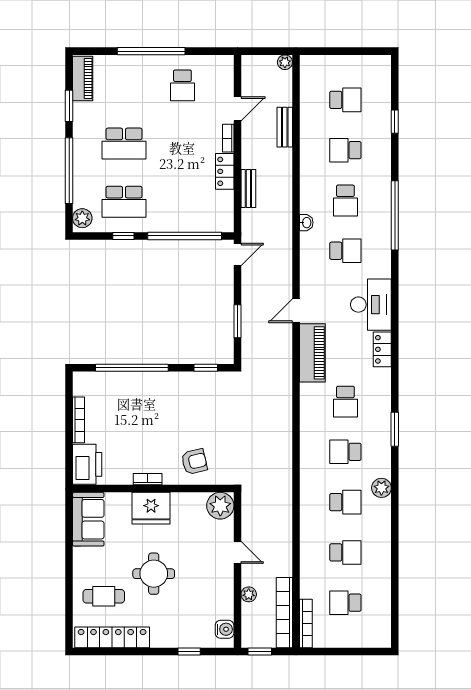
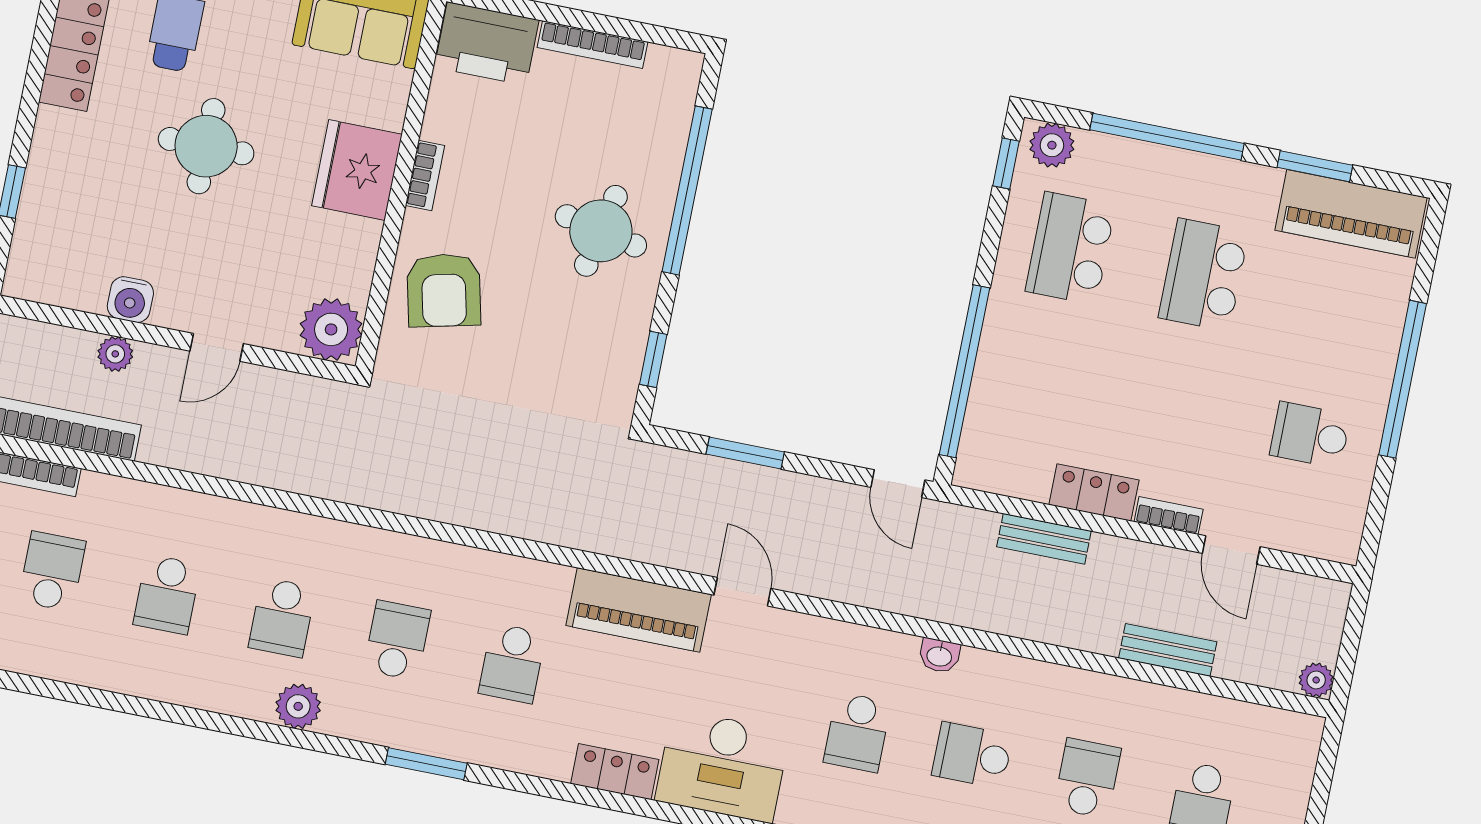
piano: (83, 79) -> (1351, 214), width x1.37, depth x1.33
window: (123, 236) -> (1006, 163), moved
round table: (156, 401) -> (601, 231), added
school desk: (345, 402) -> (512, 663), turned -90
armchair: (194, 462) -> (444, 290), width x1.38, depth x1.38
water cooler: (225, 629) -> (130, 300), moved

